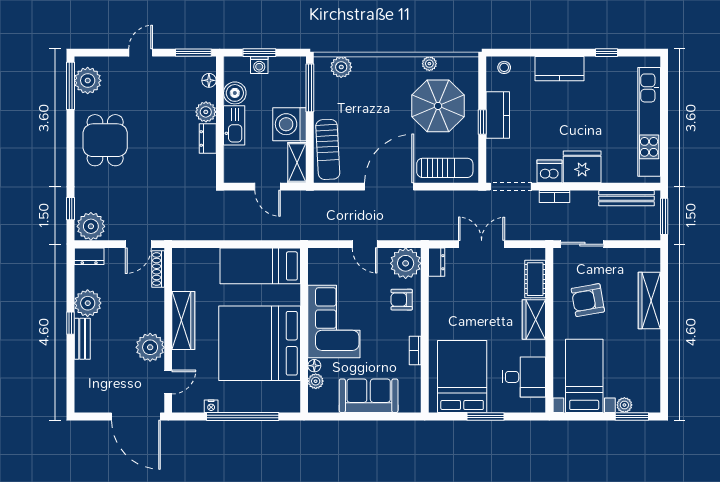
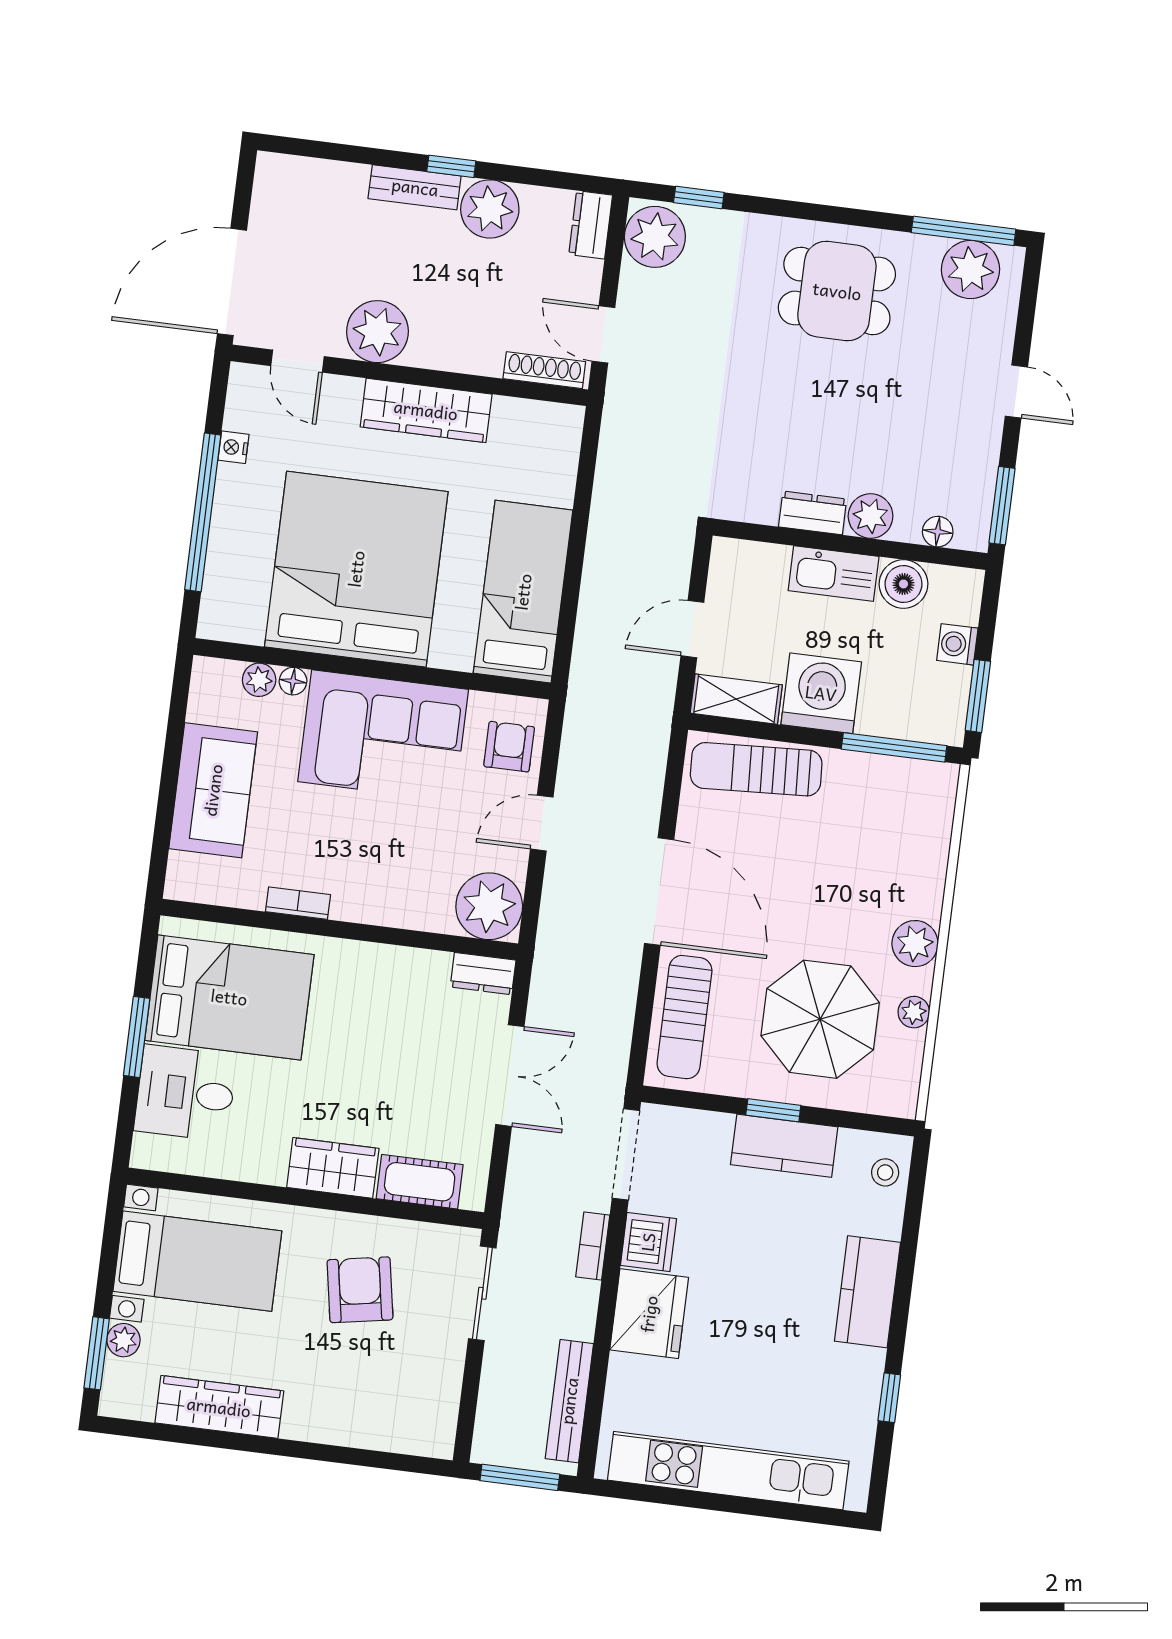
window: (259, 53) -> (978, 696), moved
plant: (341, 67) -> (915, 944), moved
armchair: (402, 300) -> (509, 747), moved
wardrobe: (649, 301) -> (219, 1407), moved
desk: (524, 377) -> (185, 1093), moved, turned 90

